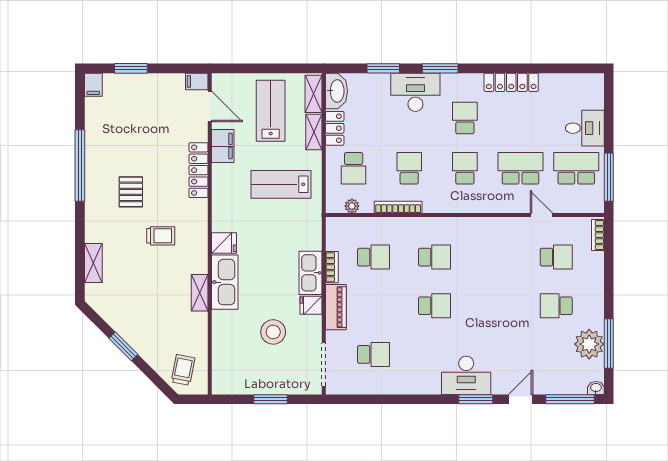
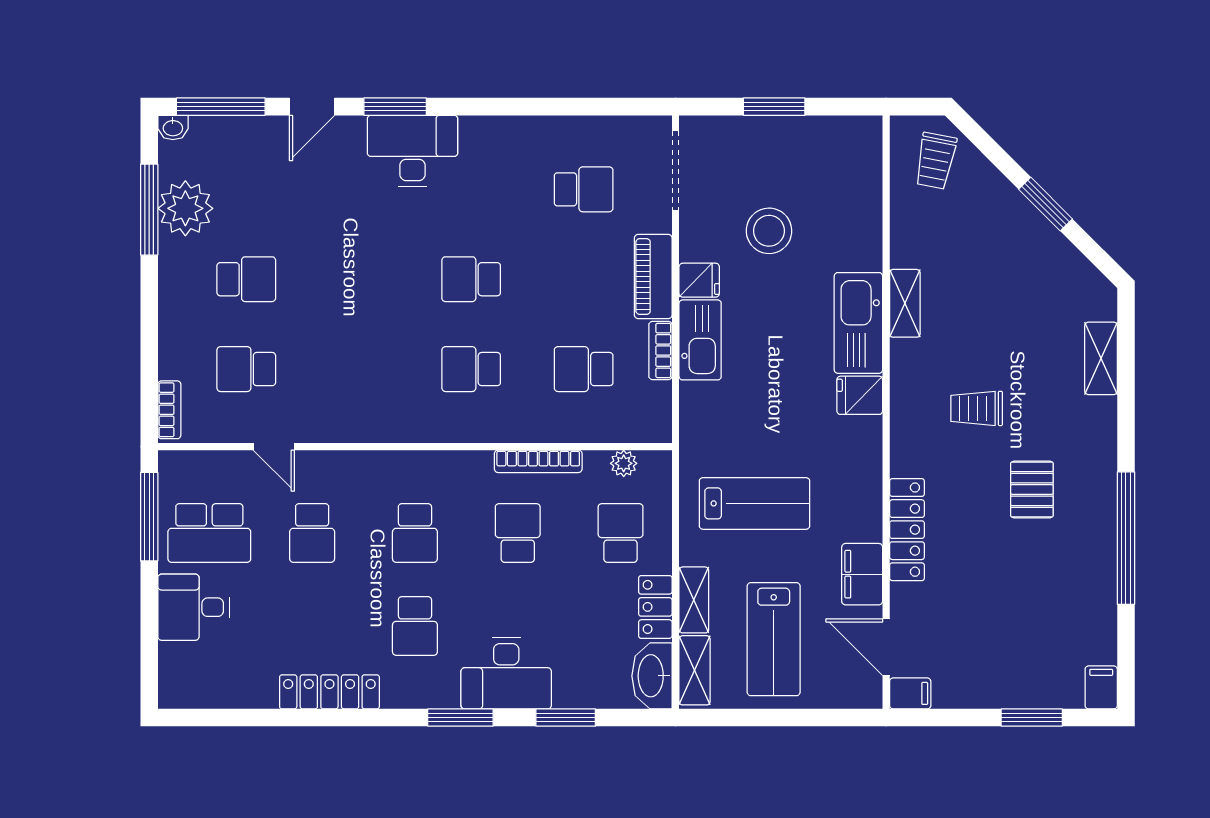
school desk: (409, 168) -> (518, 533), turned 180
school desk: (521, 168) -> (312, 533), width x0.54
school desk: (374, 354) -> (584, 189), turned 180

